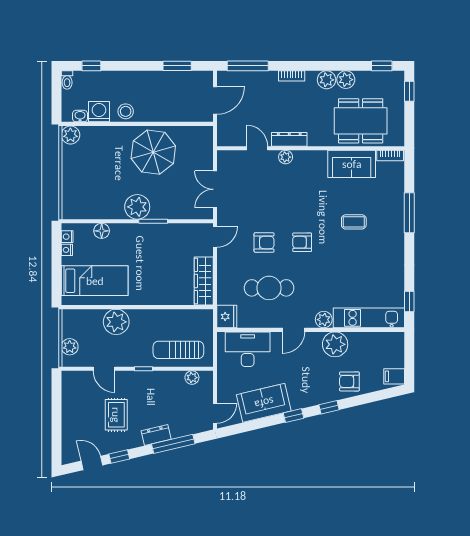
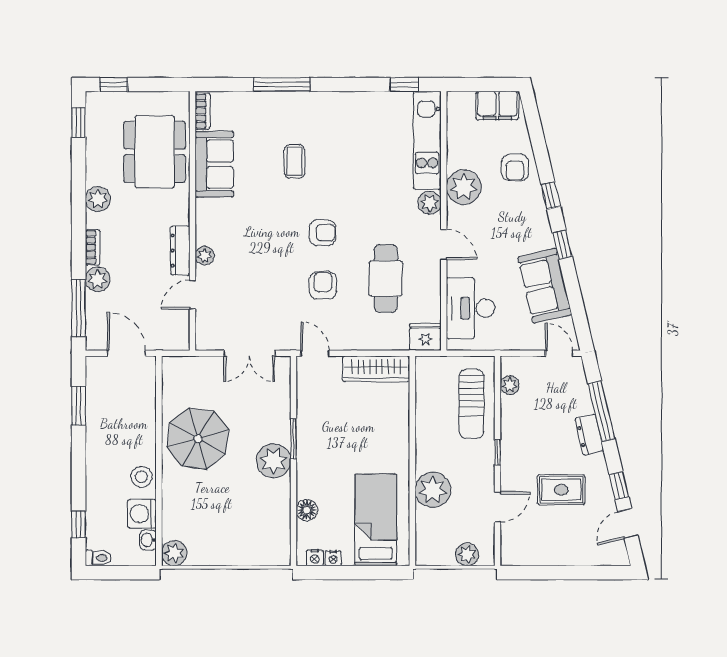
plant: (346, 80) -> (98, 279), moved
armchair: (302, 242) -> (323, 233), turned -90
filing cabinet: (394, 376) -> (497, 105), width x2.00

